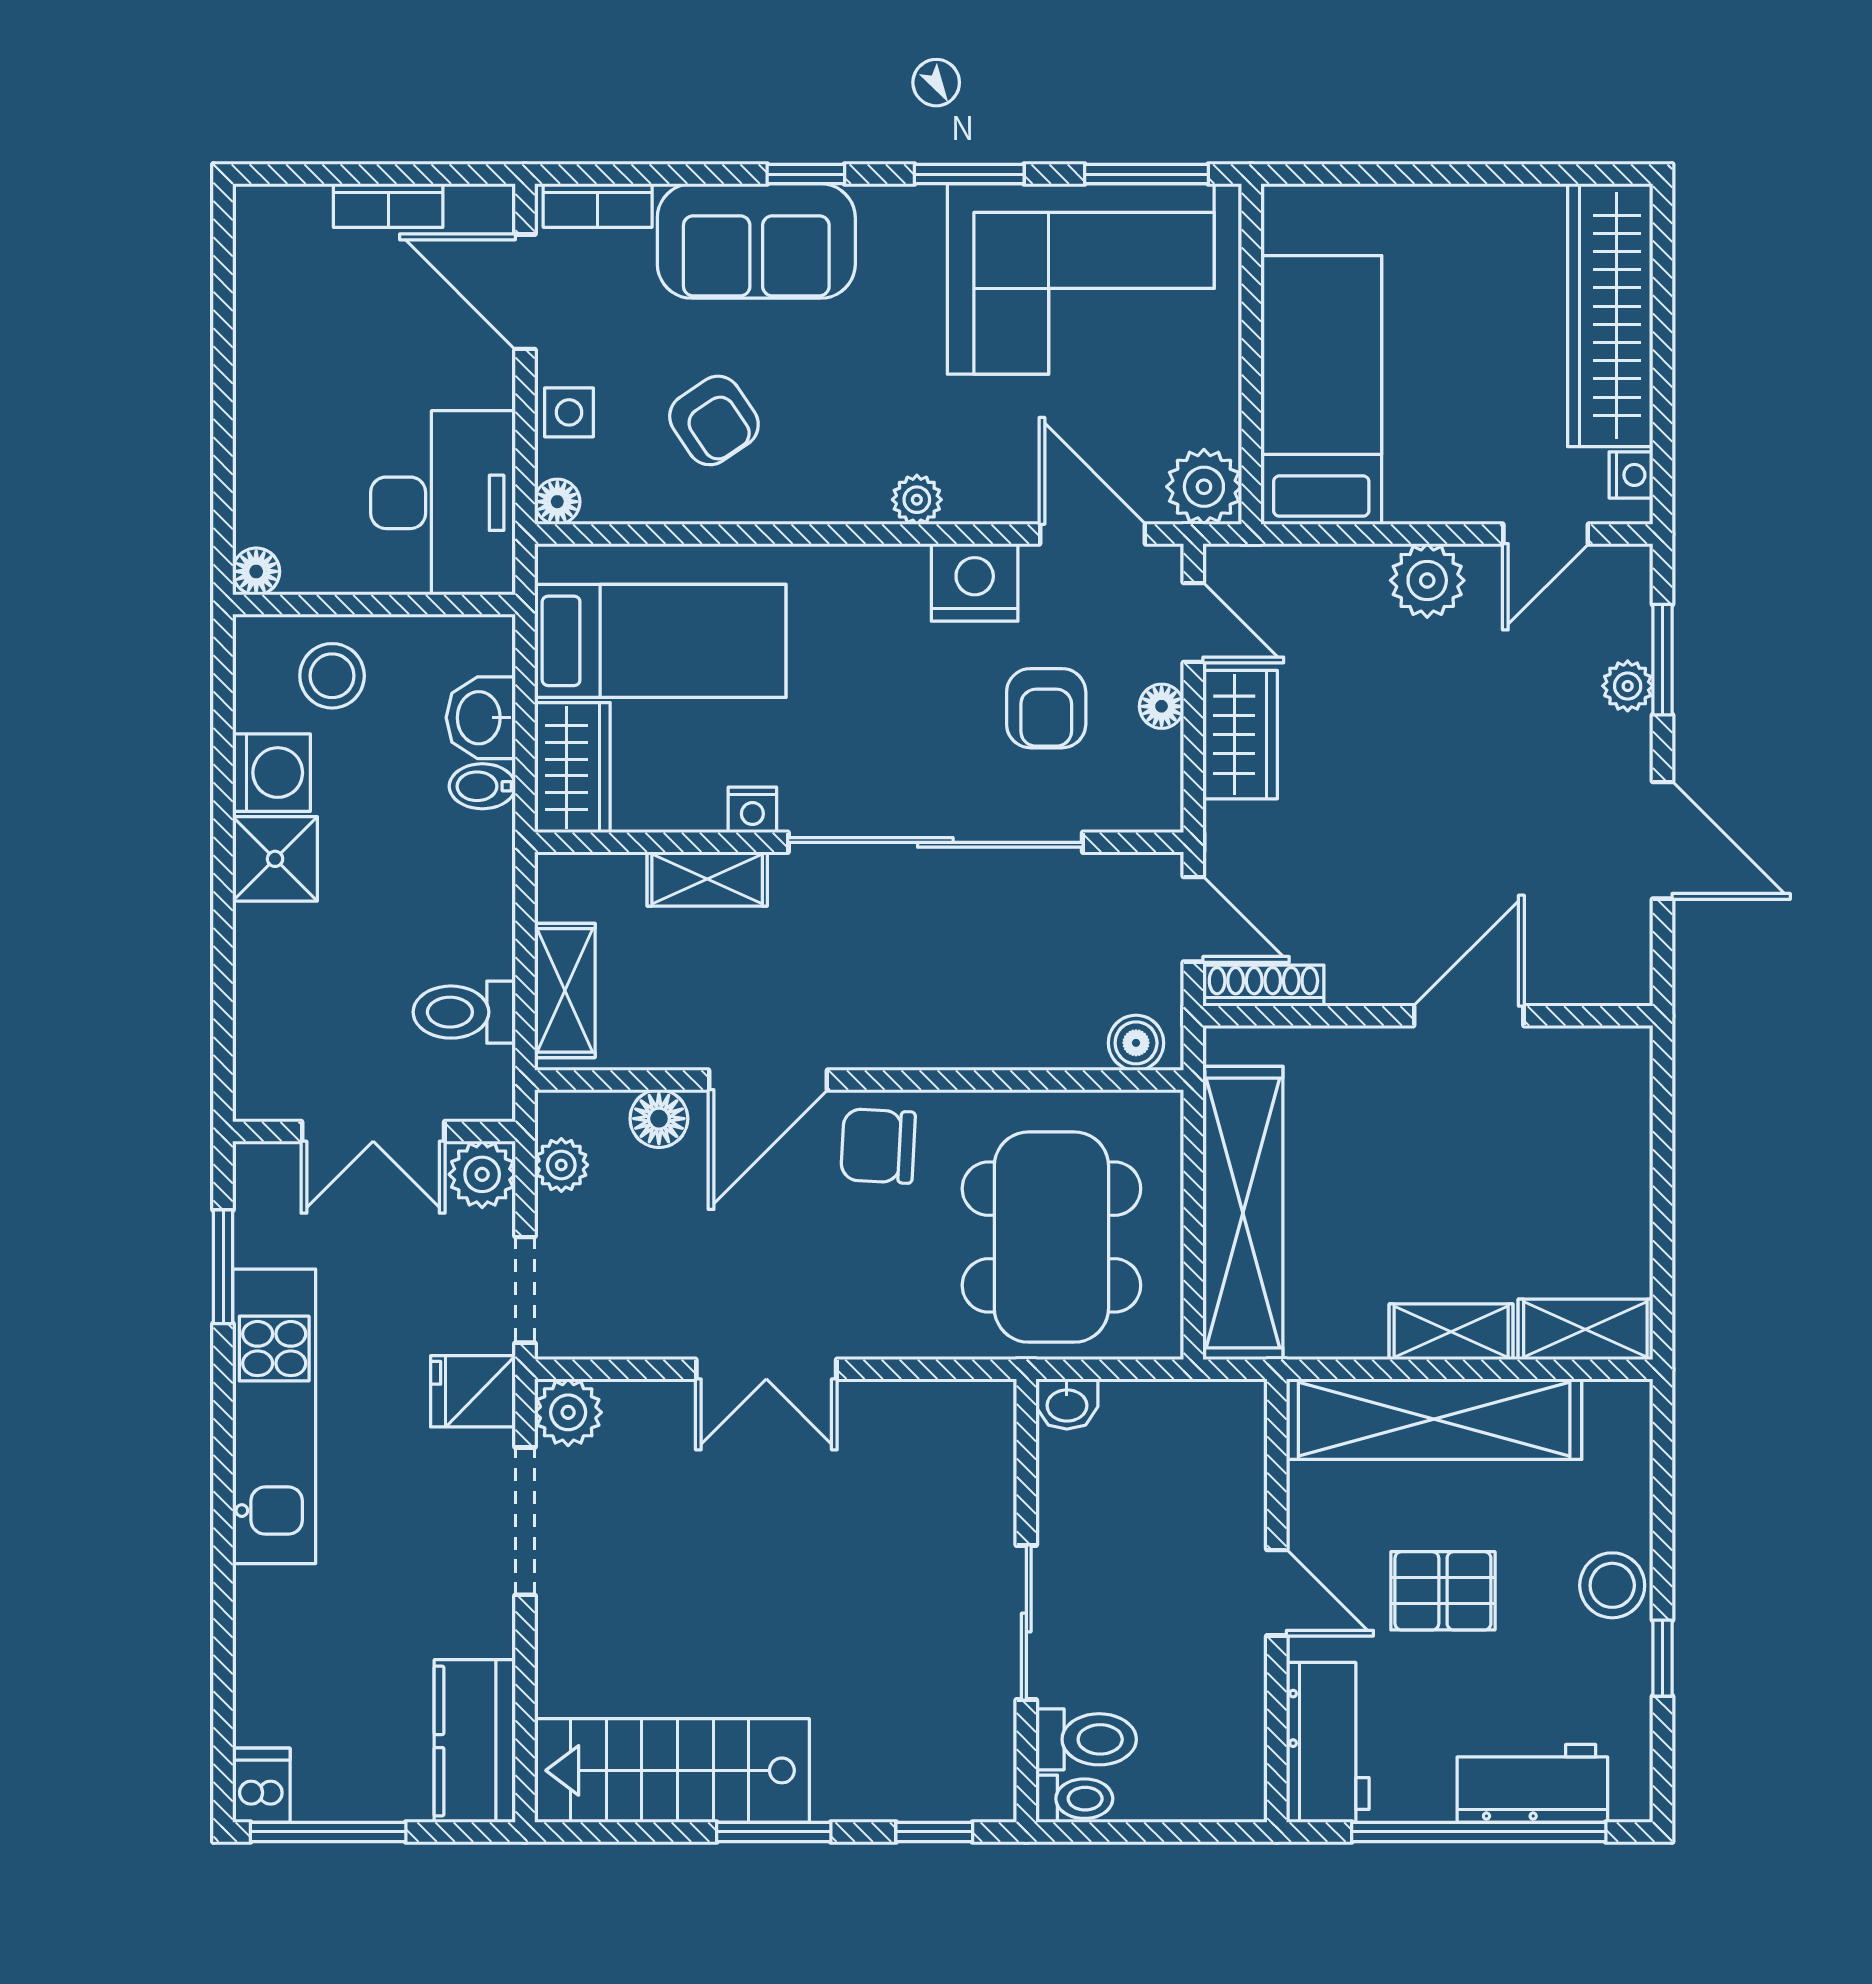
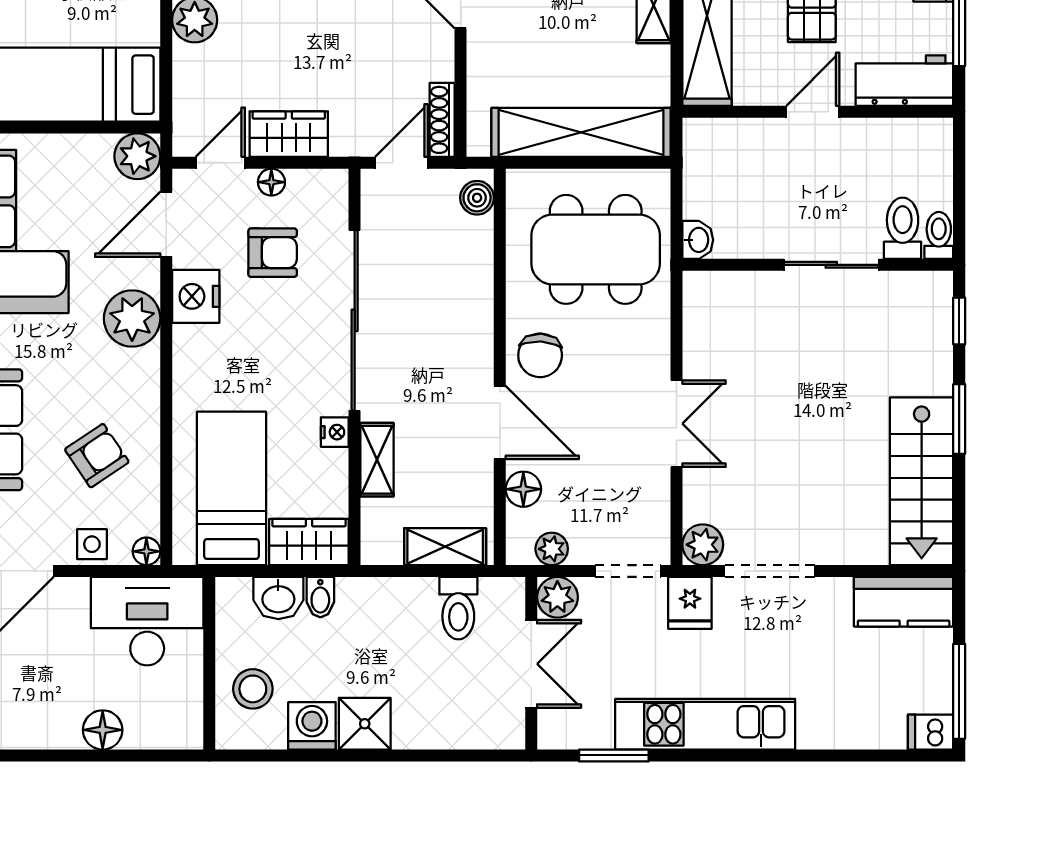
plant: (917, 500) -> (132, 318), width x1.87, depth x1.87
floor lamp: (256, 571) -> (103, 730), moved, width x1.37, depth x1.37

